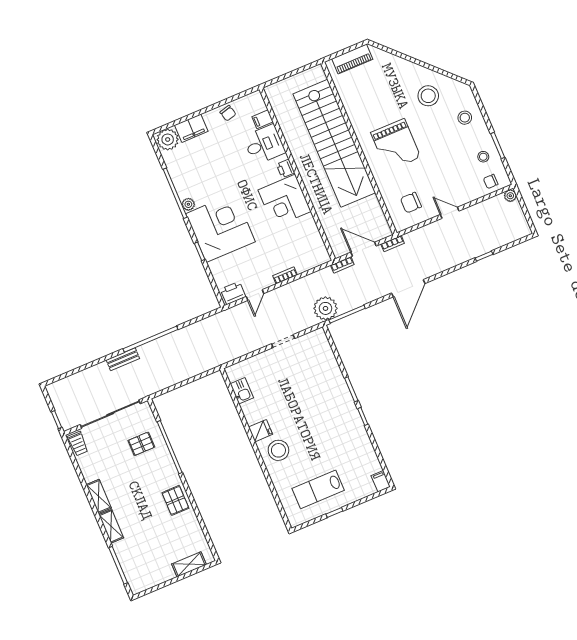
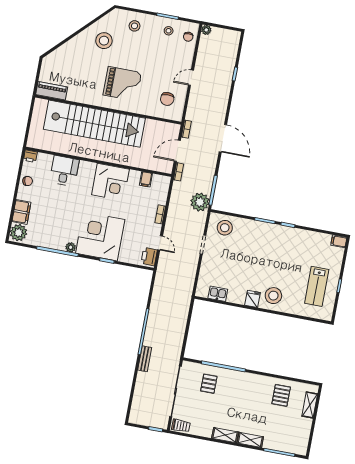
piano: (352, 59) -> (52, 91), moved, turned -90
filing cabinet: (263, 119) -> (146, 179), moved
printer: (285, 169) -> (30, 156), moved
stool: (316, 352) -> (225, 228), added
pallet: (175, 500) -> (281, 395), moved, turned 90

